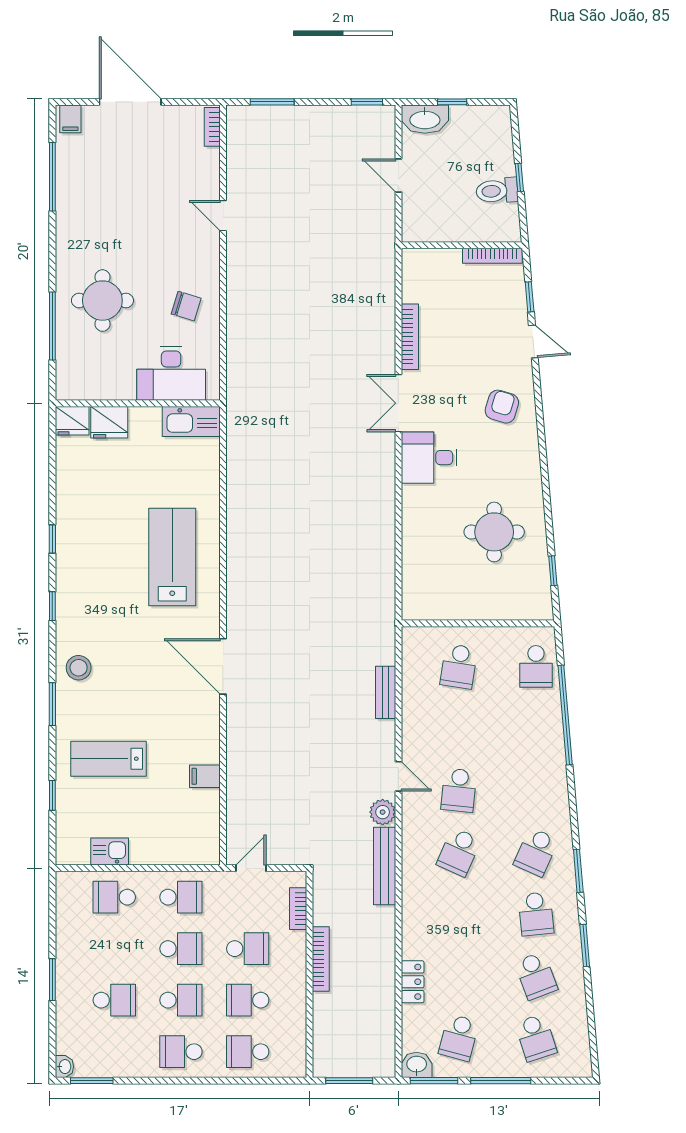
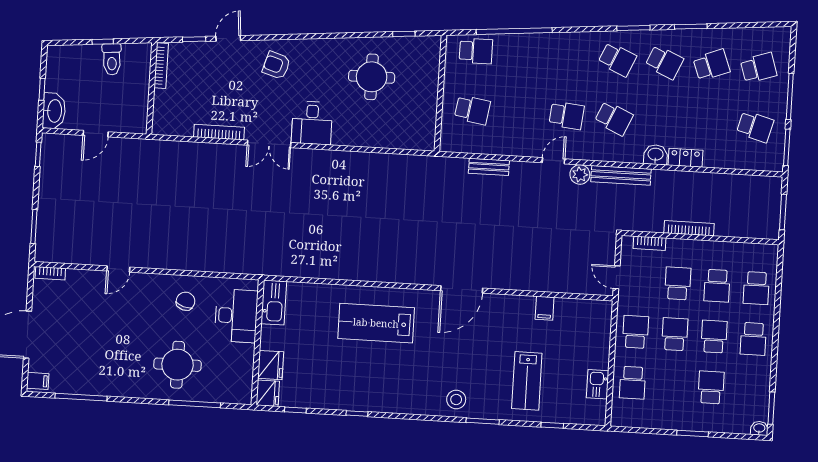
window: (52, 606) -> (295, 410), moved
school desk: (536, 914) -> (664, 62), turned 30
locker: (413, 982) -> (685, 158), moved
washbasin: (417, 1065) -> (656, 155), moved, turned 90

